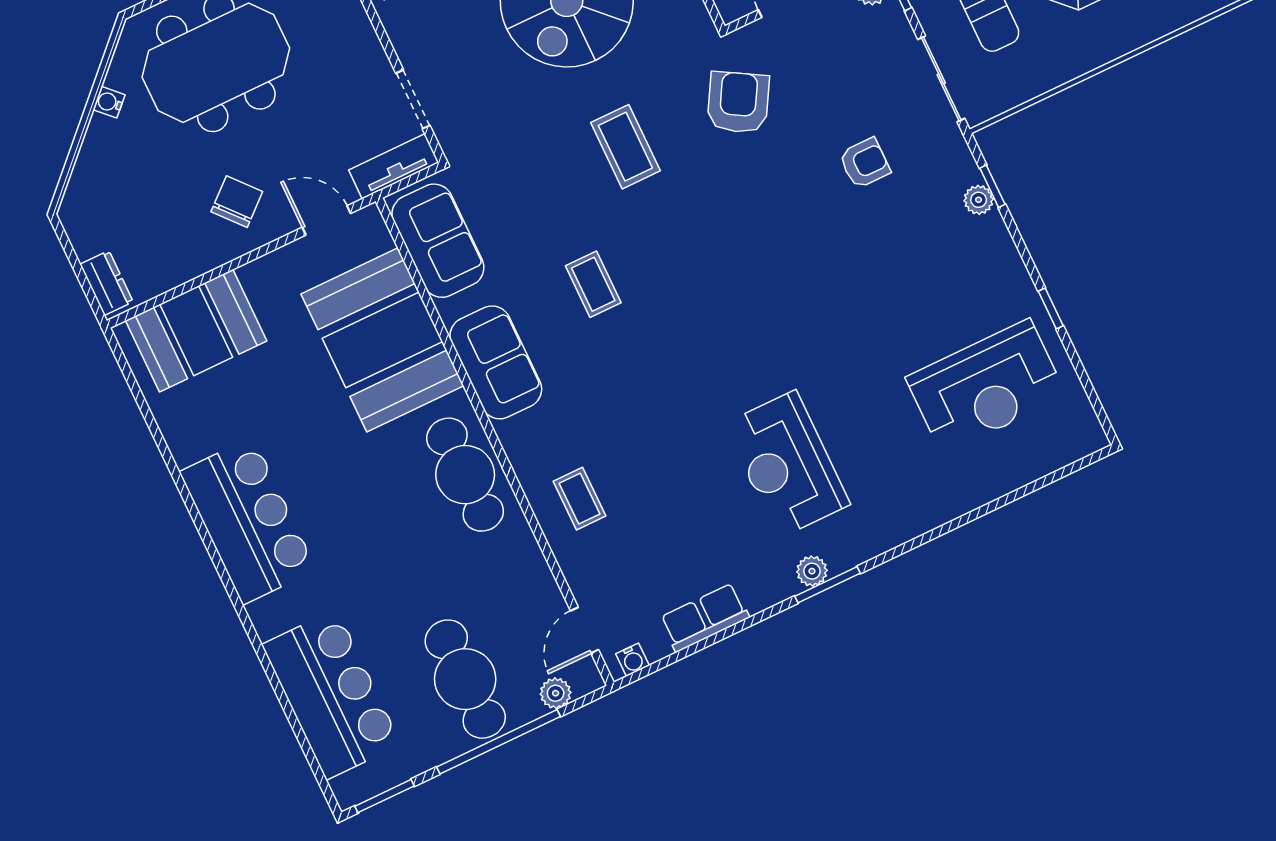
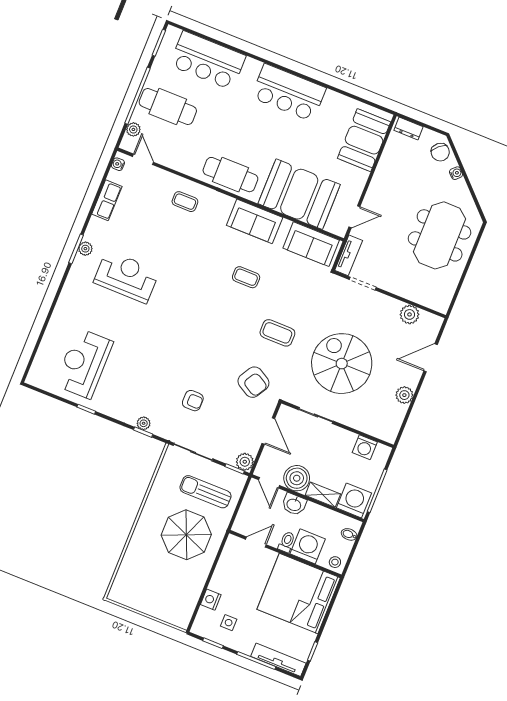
water cooler: (109, 102) -> (456, 173), moved
armchair: (865, 163) -> (193, 401), turned -90
chair: (237, 202) -> (440, 152), moved

